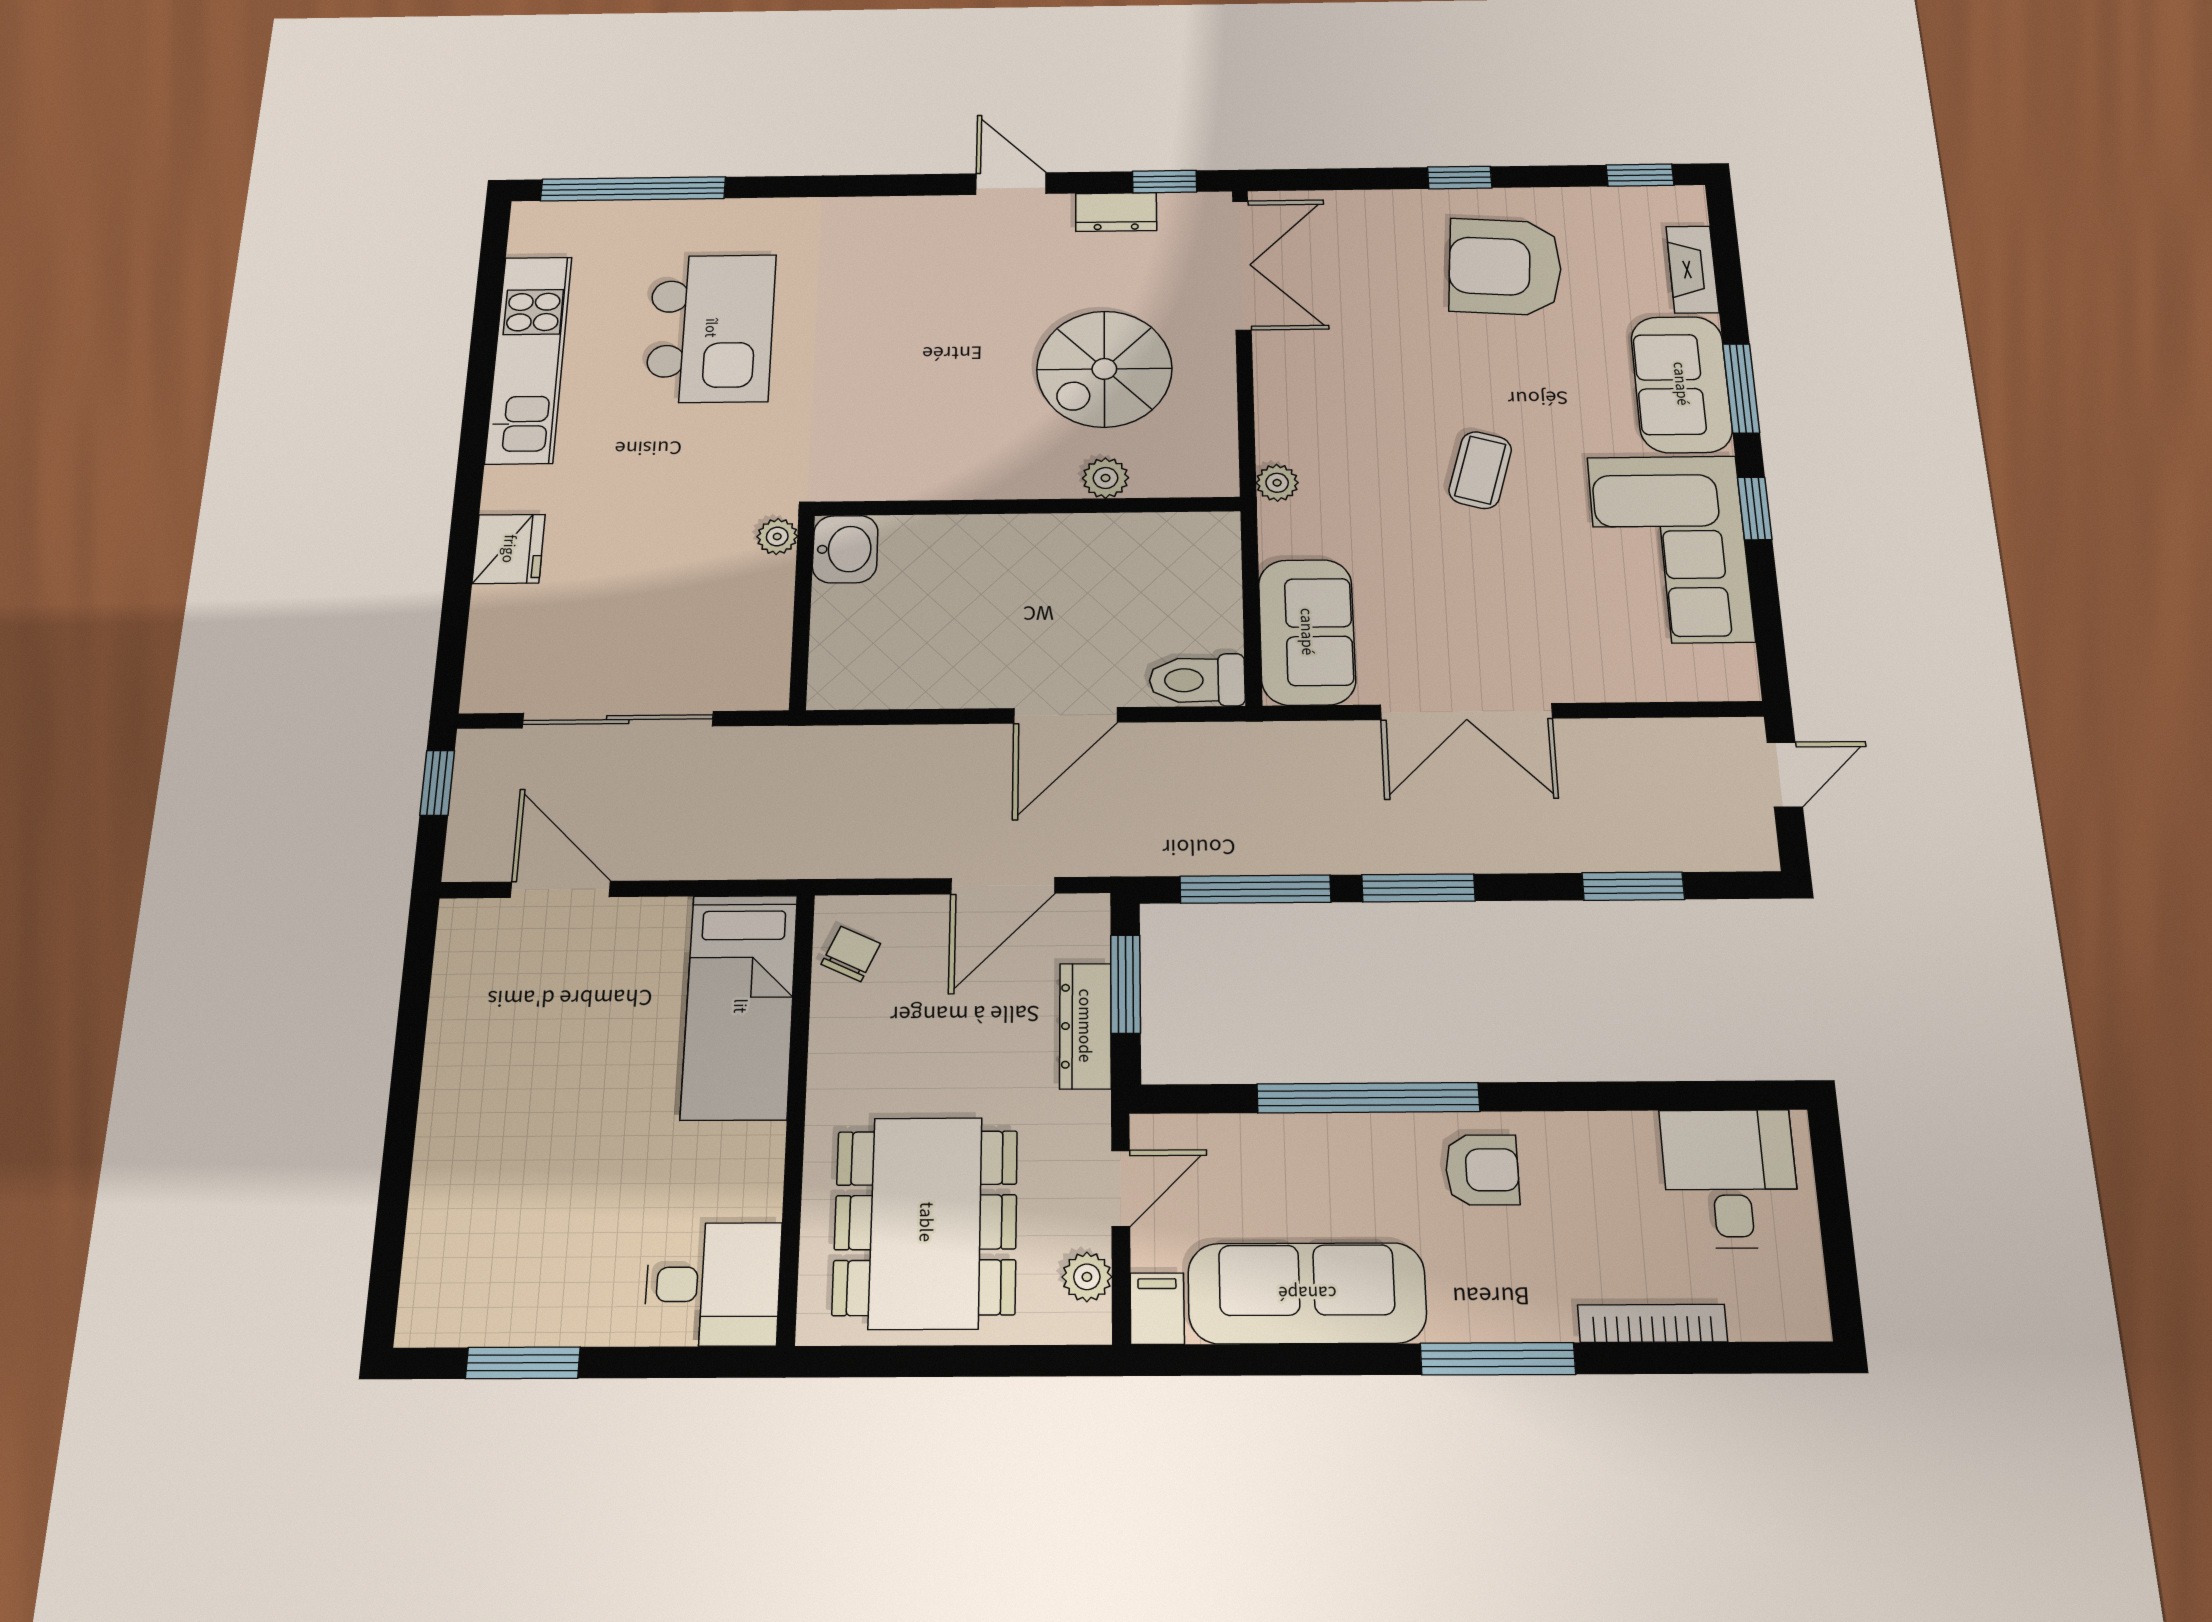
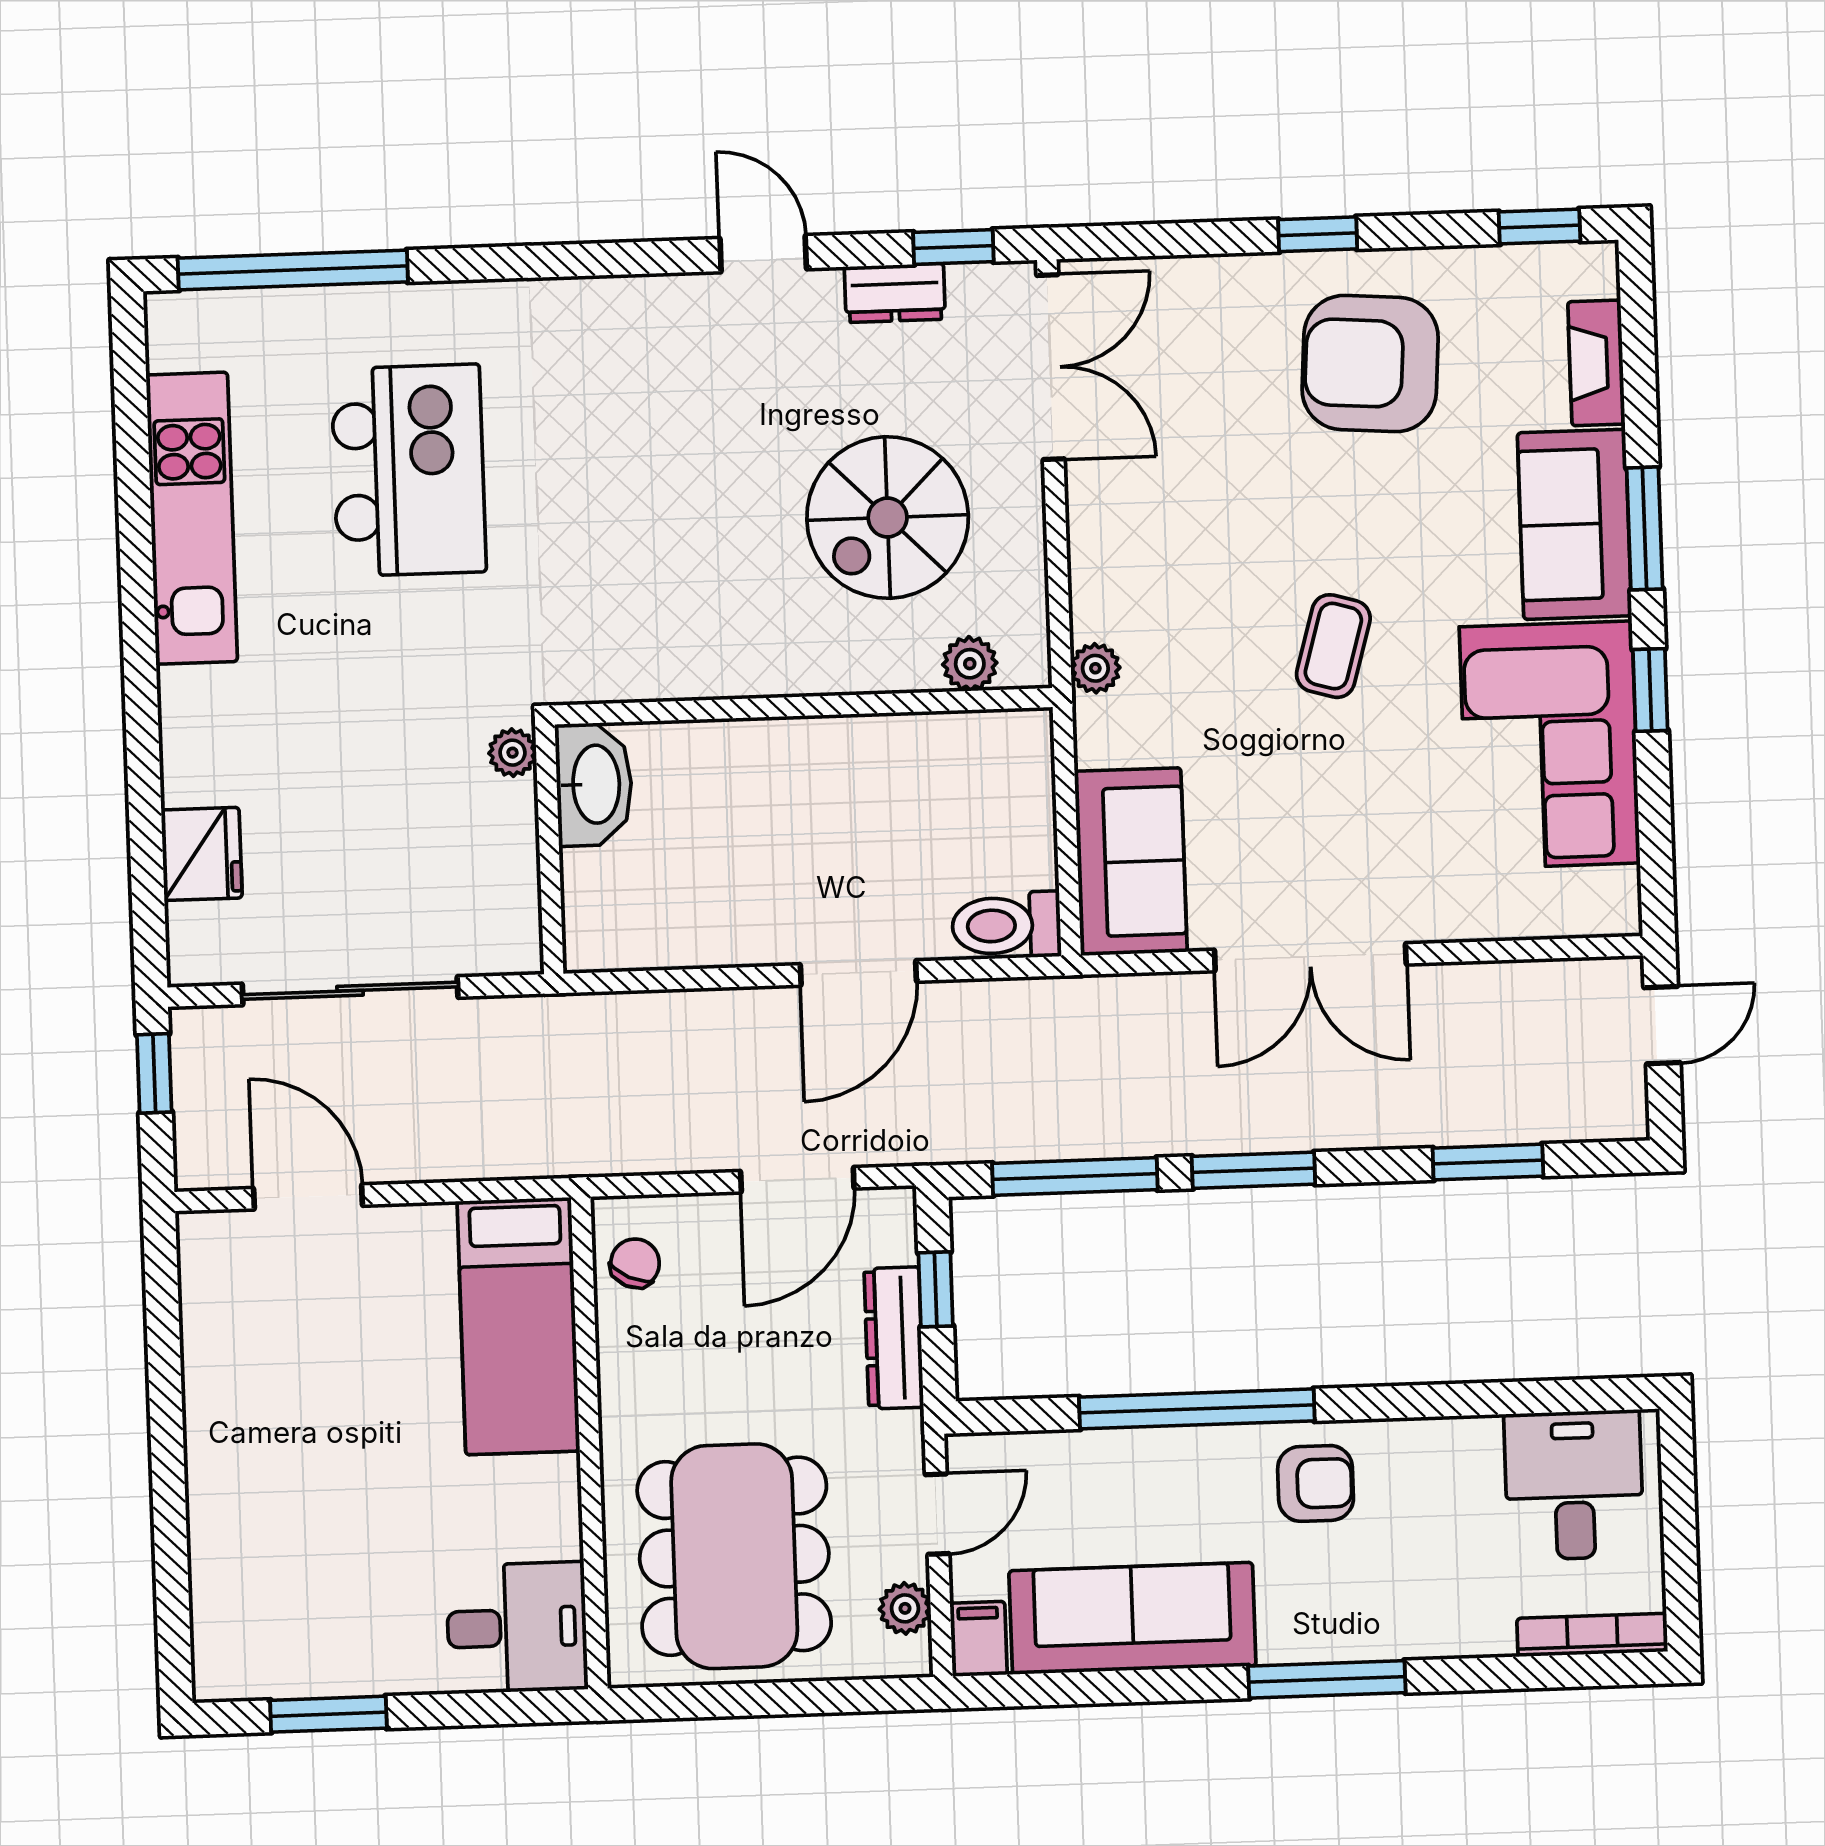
plant: (1105, 478) -> (970, 664), moved
fridge: (509, 549) -> (202, 854), moved
washbasin: (845, 549) -> (594, 784), width x1.38
window: (1126, 984) -> (936, 1289), width x0.67
bookcase: (1652, 1323) -> (1592, 1635), moved

